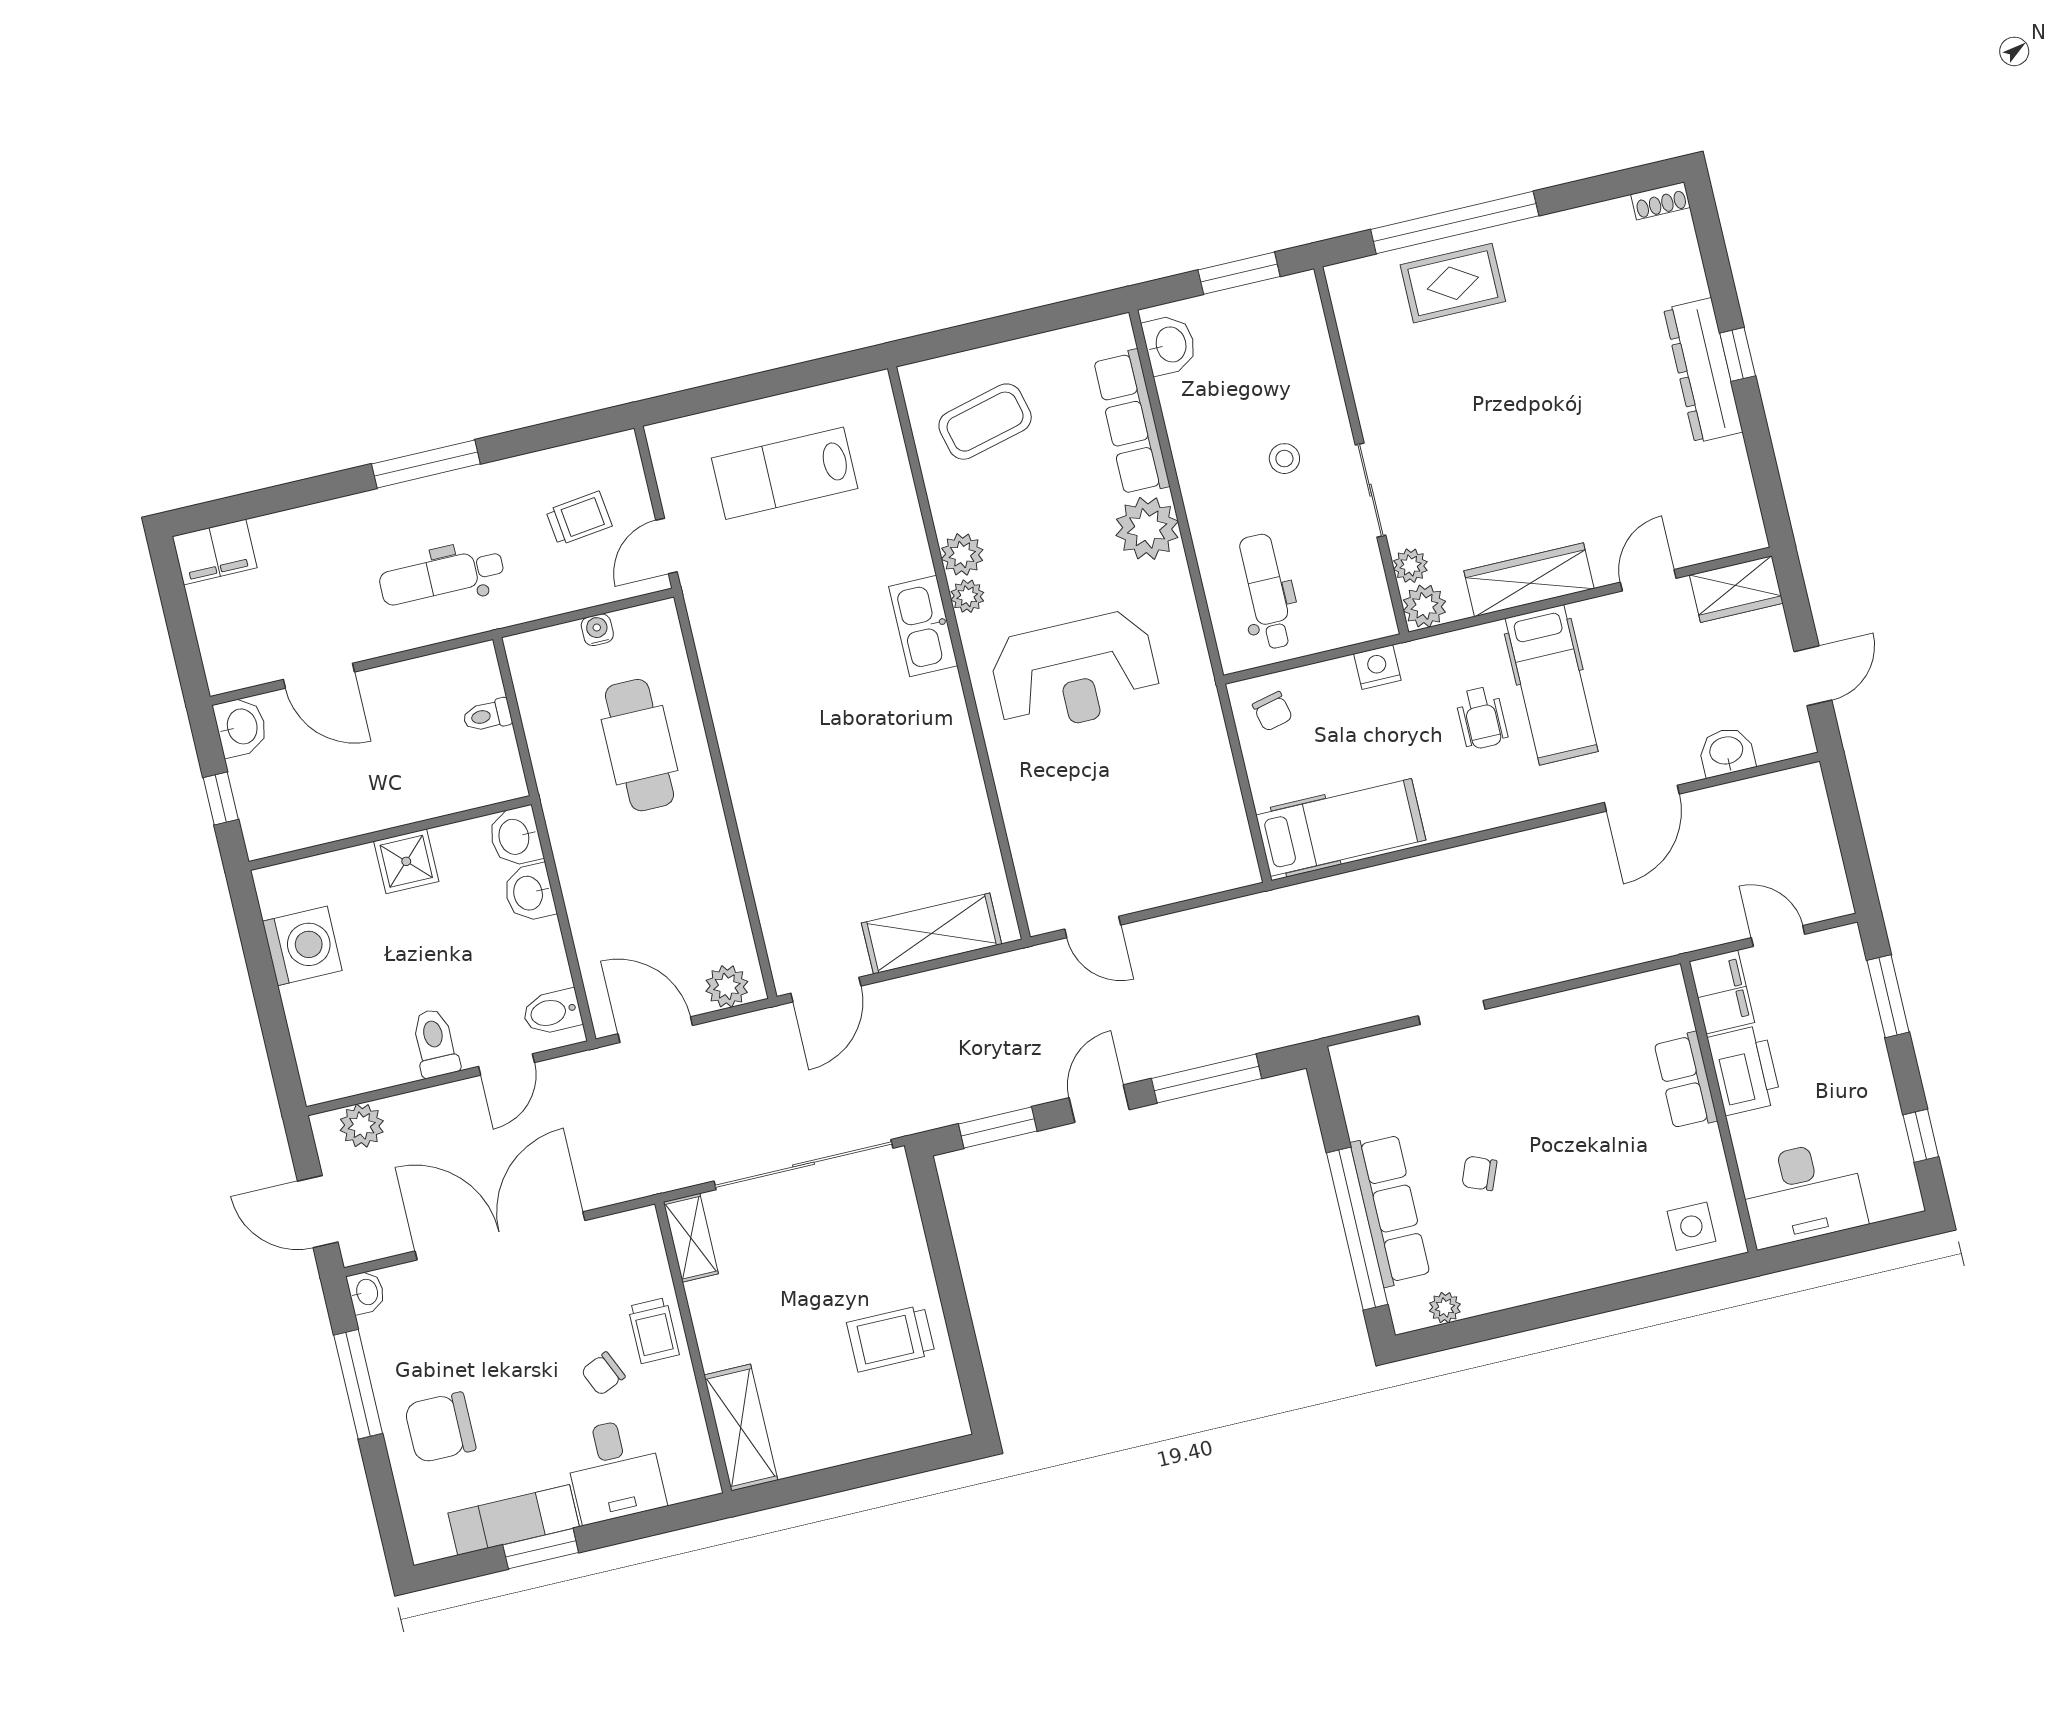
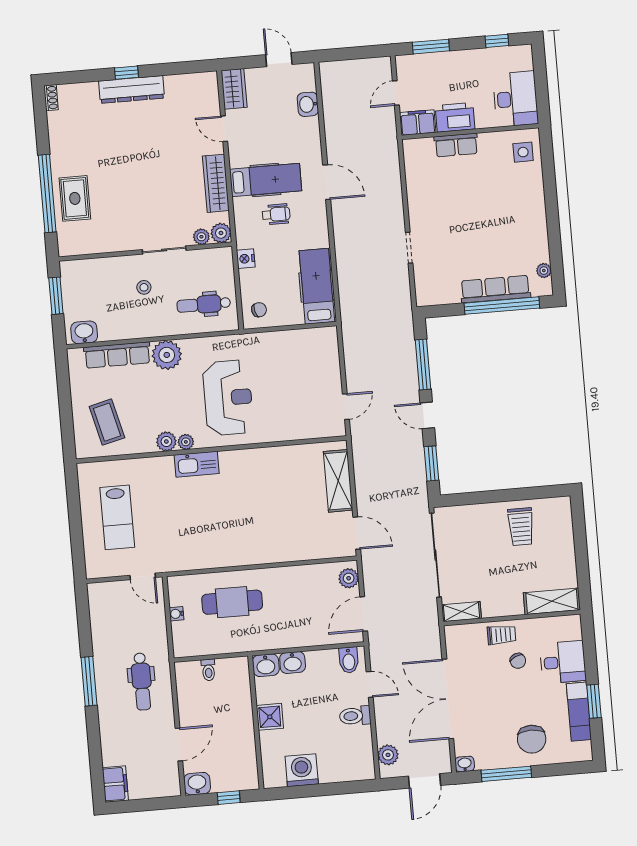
trolley: (579, 518) -> (124, 615), removed
door: (1642, 798) -> (327, 182), moved
chair: (1479, 1173) -> (485, 246), removed

